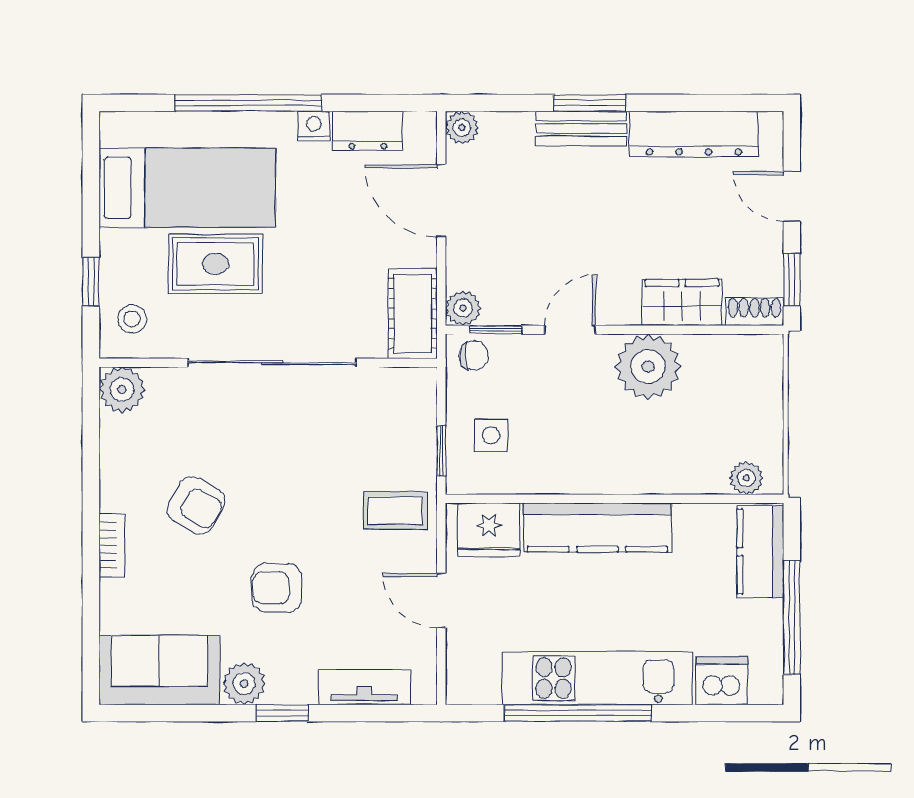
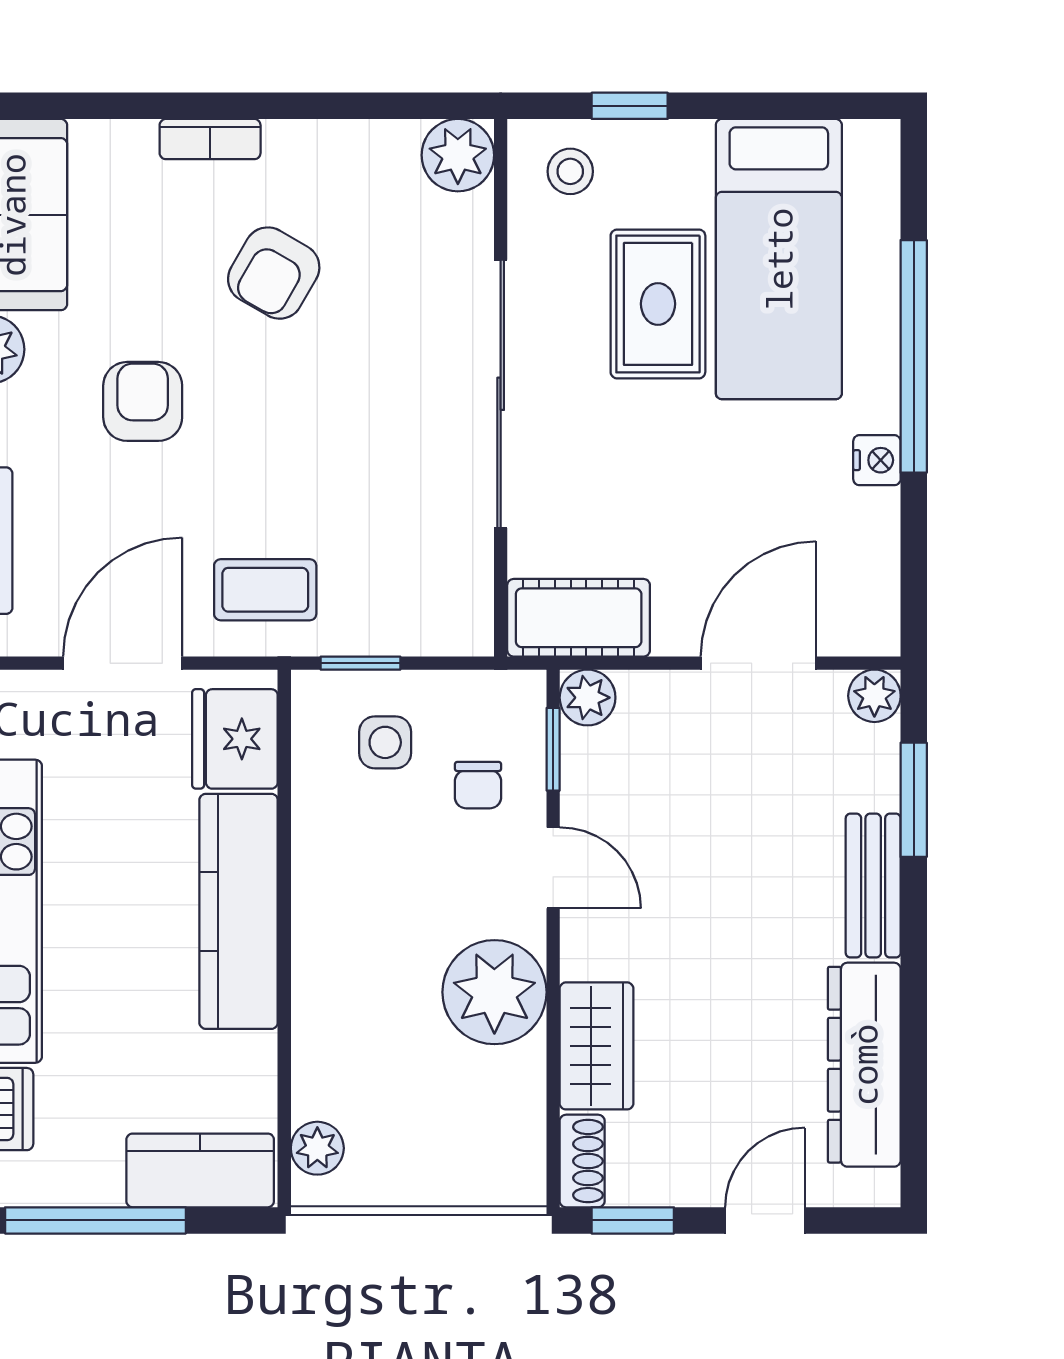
window: (589, 103) -> (914, 800), moved
dresser: (368, 131) -> (869, 546), removed
chair: (474, 356) -> (478, 785), moved
coffee table: (395, 511) -> (265, 590), turned 90
door: (441, 600) -> (123, 663), width x1.38

